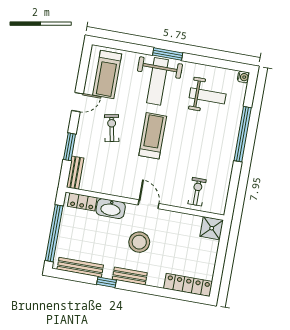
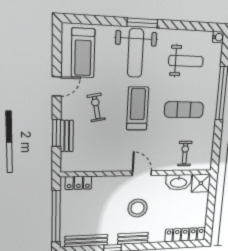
exercise mat: (201, 145) -> (184, 110), added
bench: (75, 173) -> (67, 136), moved
washbasin: (111, 209) -> (179, 182), moved

